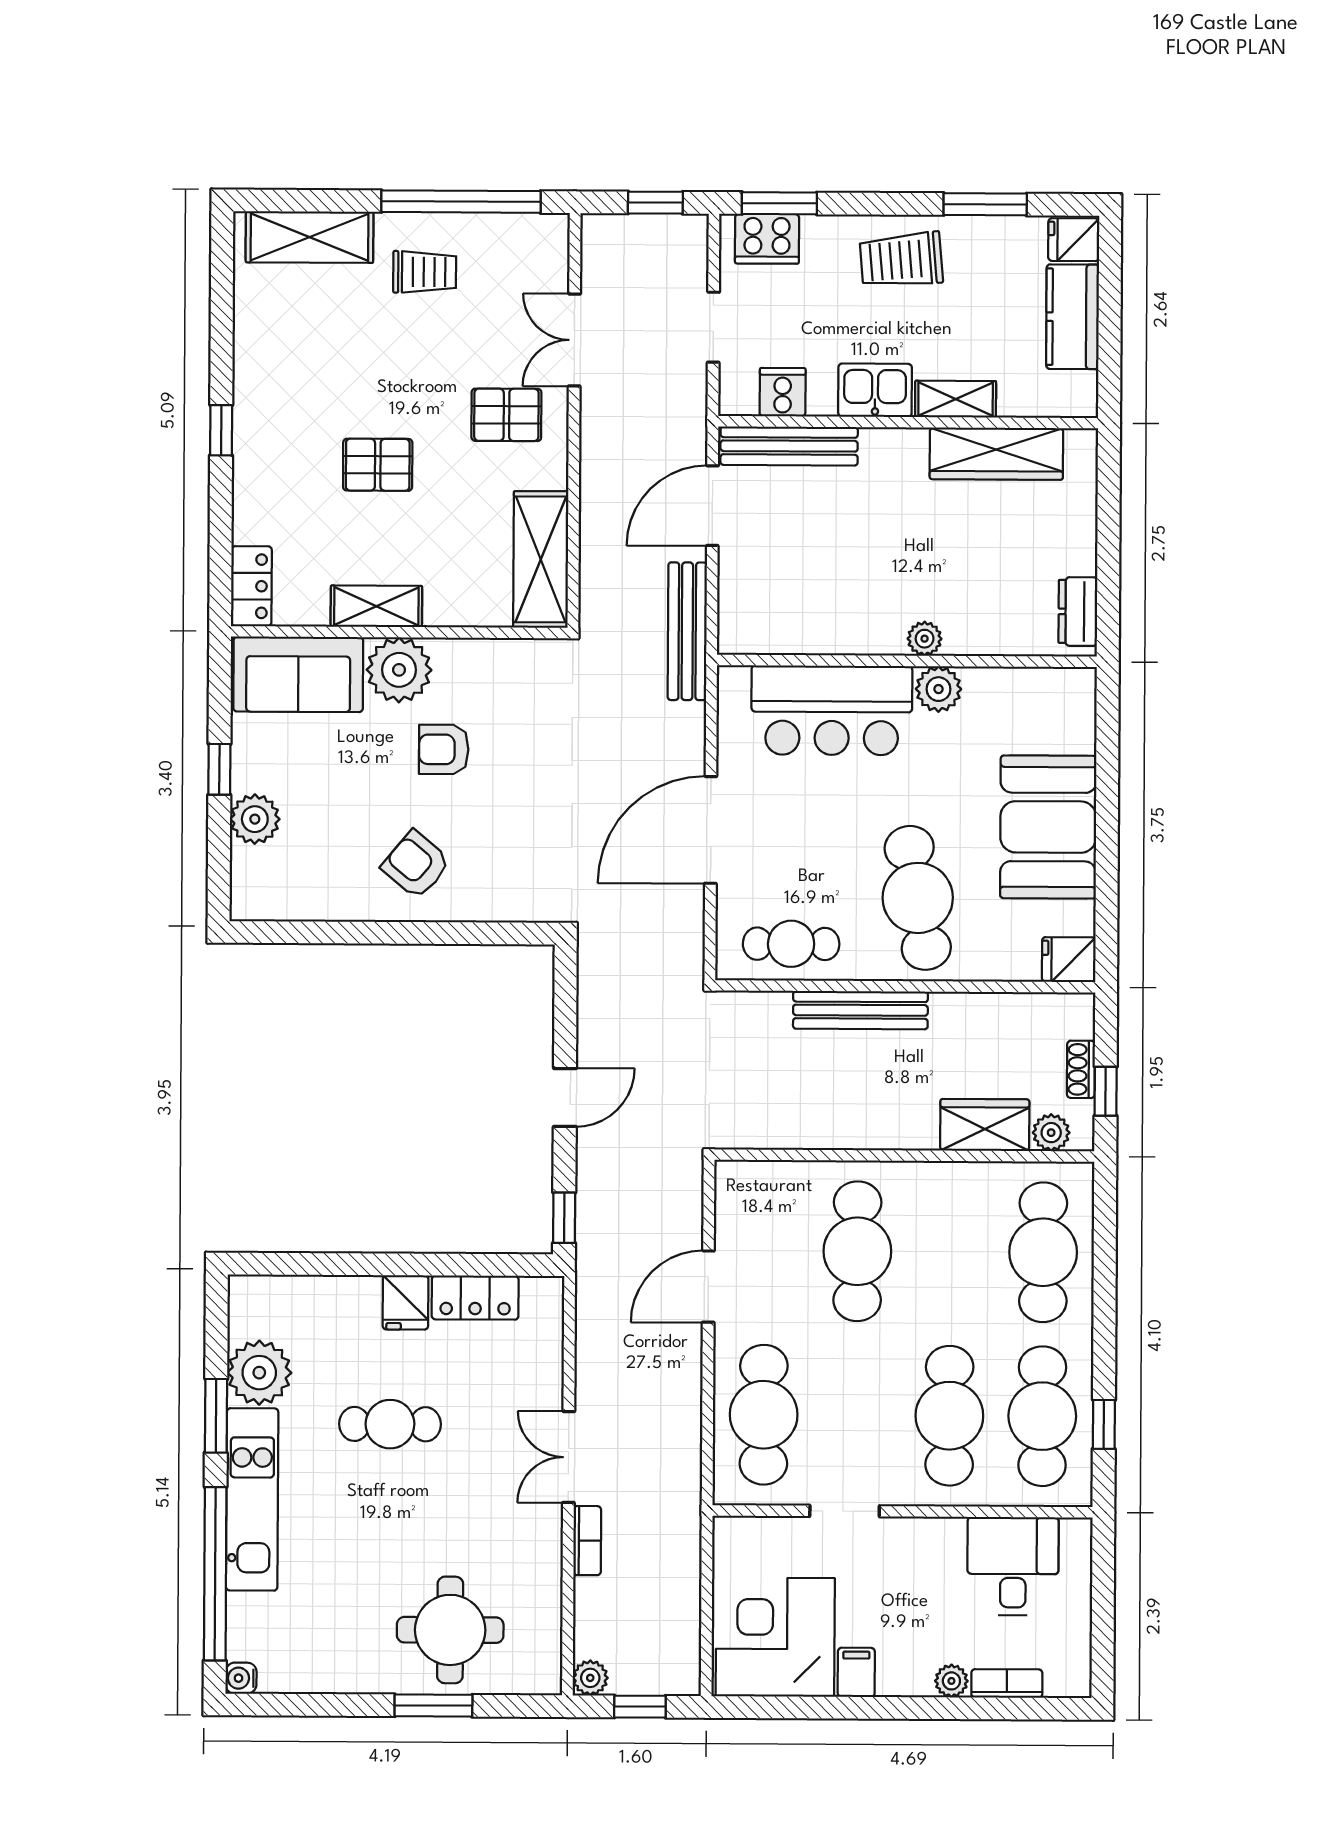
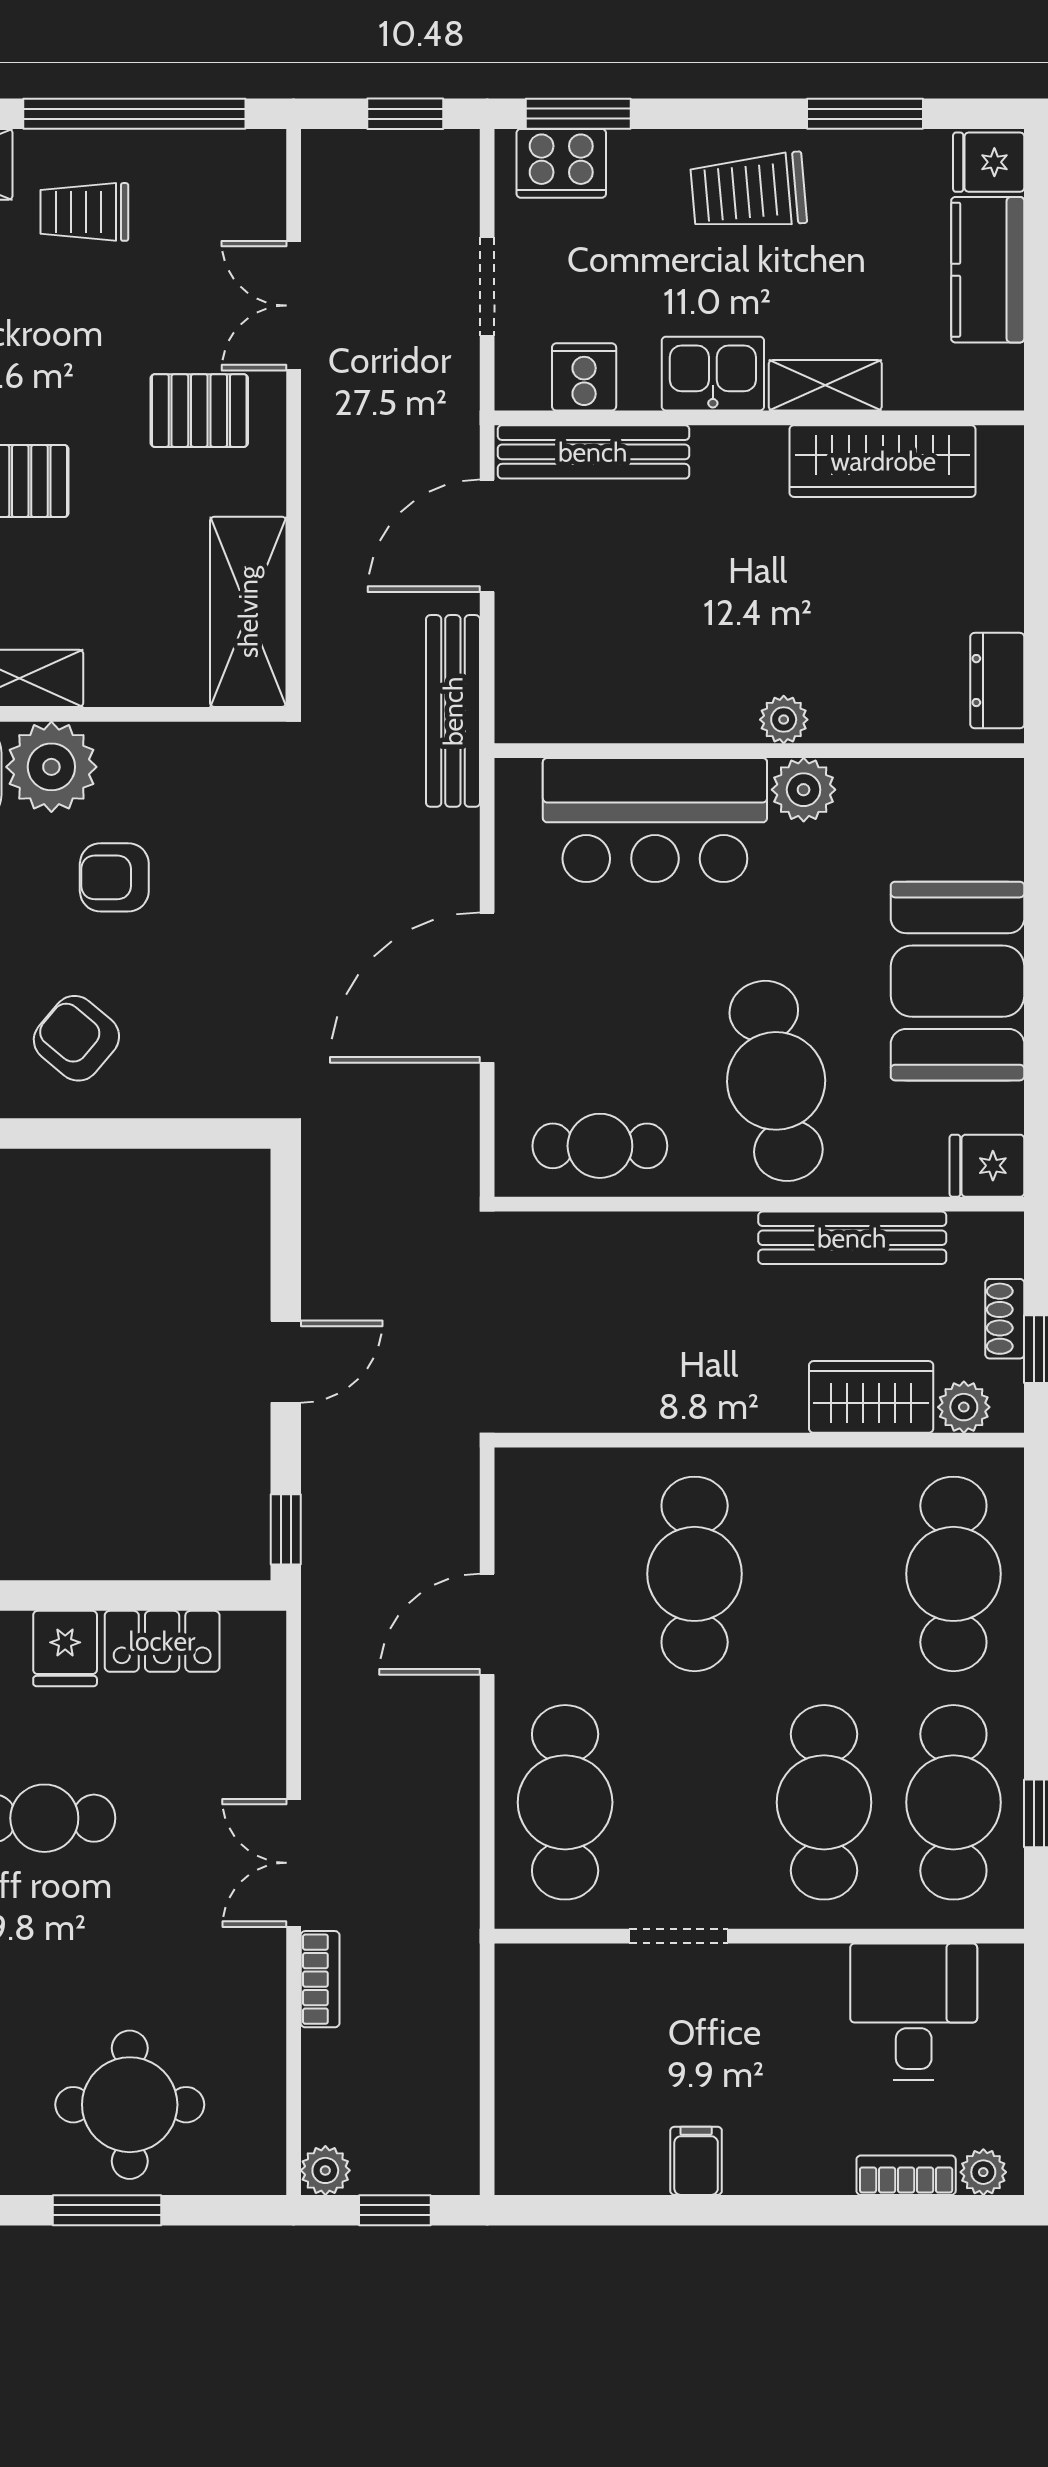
trolley: (425, 272) -> (84, 212), turned 180
bench: (860, 1010) -> (852, 1238), moved
corner desk: (775, 1637) -> (583, 2112), removed
plant: (951, 1681) -> (983, 2172), moved

